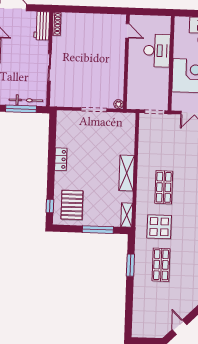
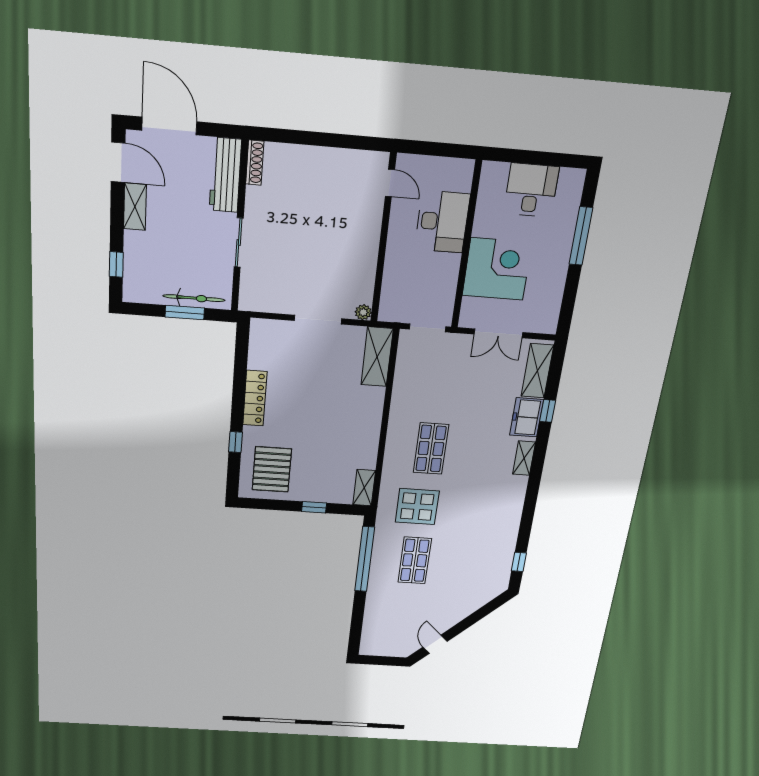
workbench: (42, 26) -> (225, 175), width x1.38
window: (21, 109) -> (185, 313), width x0.69
locker: (61, 159) -> (255, 398), width x1.53
shelving: (127, 173) -> (377, 357), moved
window: (50, 206) -> (236, 442), moved
window: (98, 230) -> (314, 507), width x0.46
window: (130, 265) -> (365, 559), width x2.11

